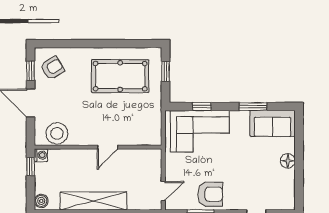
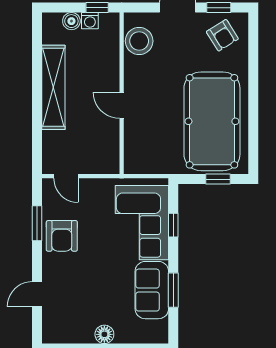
pool table: (120, 76) -> (212, 121), width x1.36, depth x1.32
sofa: (273, 123) -> (152, 290), moved
washing machine: (41, 155) -> (90, 21), moved
boiler: (41, 201) -> (71, 21), moved

